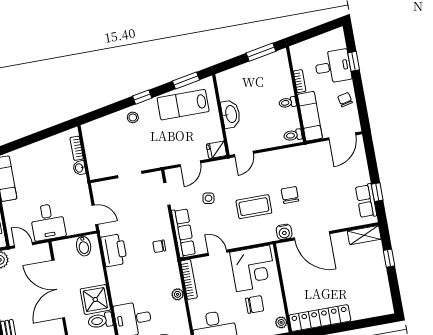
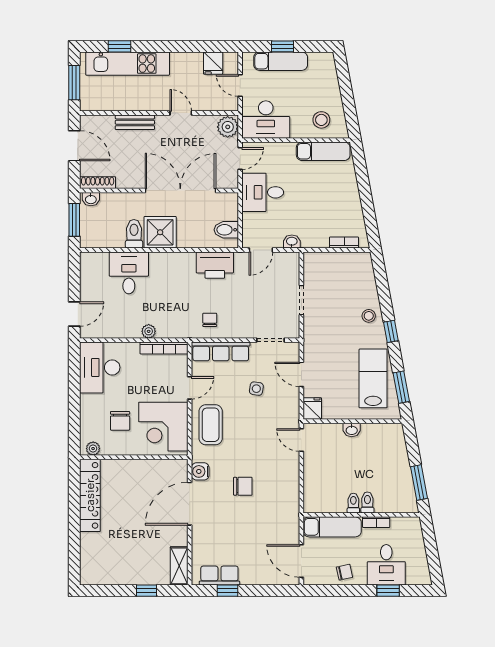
washbasin: (231, 114) -> (352, 430), width x0.52, depth x0.69
toilet: (293, 135) -> (367, 503), moved
washbasin: (79, 168) -> (292, 242), moved
coffee table: (254, 207) -> (211, 425), moved

